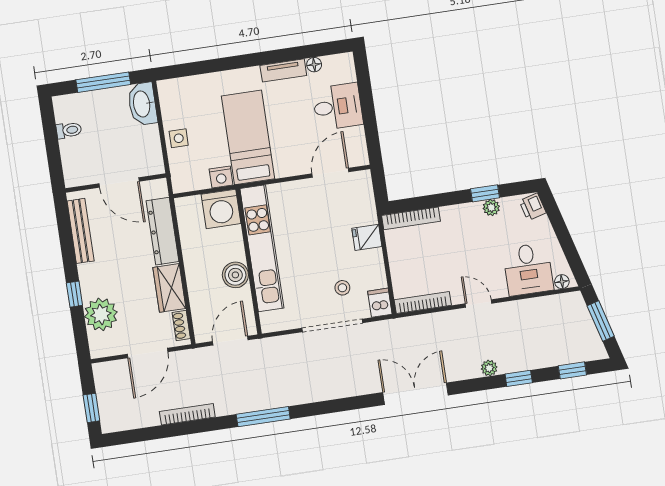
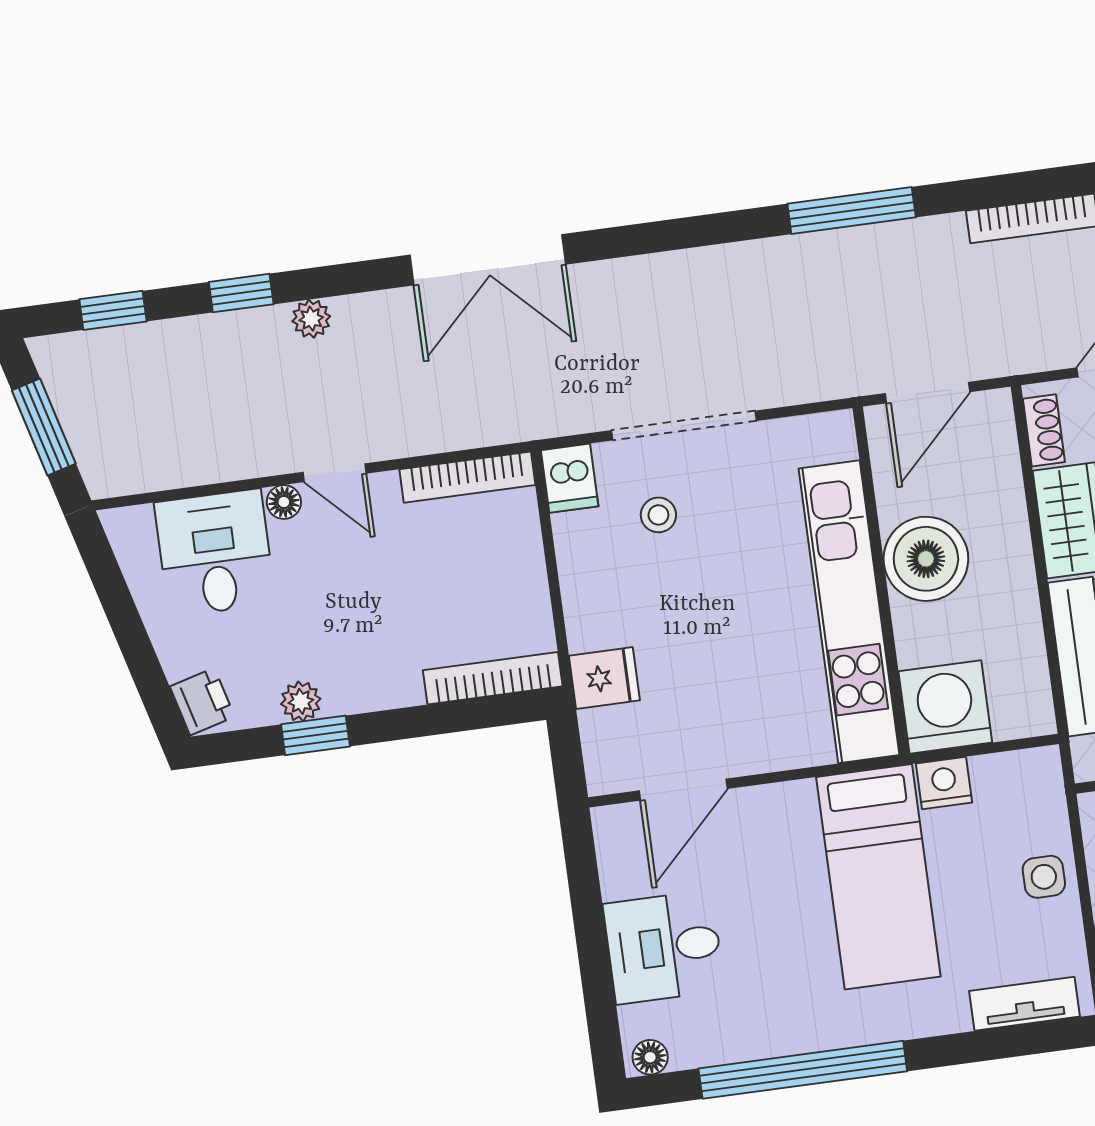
window: (279, 56) -> (803, 1070), added
floor lamp: (314, 65) -> (650, 1057), moved
tv unit: (283, 70) -> (1024, 1004), moved
fridge: (367, 237) -> (604, 678), moved
boiler: (235, 275) -> (926, 559), width x1.37, depth x1.37
floor lamp: (562, 282) -> (284, 502), moved

